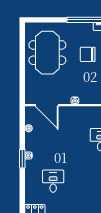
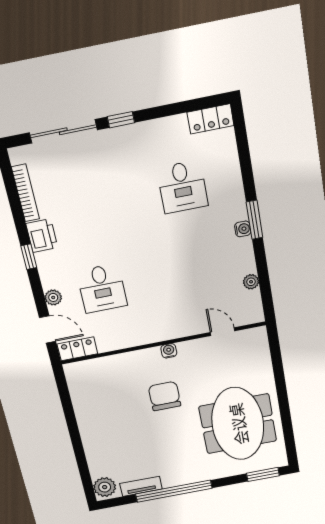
window: (39, 20) -> (263, 474), added
chair: (88, 54) -> (165, 396), moved, turned -90
door: (47, 105) -> (223, 332), width x0.53

